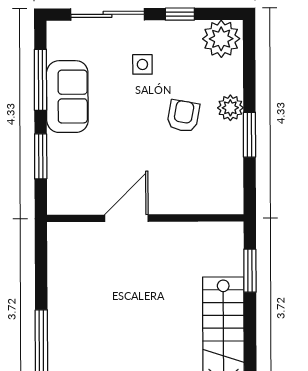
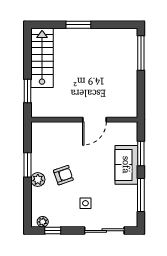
window: (180, 14) -> (53, 231), moved
plant: (221, 39) -> (43, 222), width x0.53, depth x0.53
sofa: (67, 97) -> (126, 165), moved
armchair: (183, 116) -> (63, 175), turned -119

